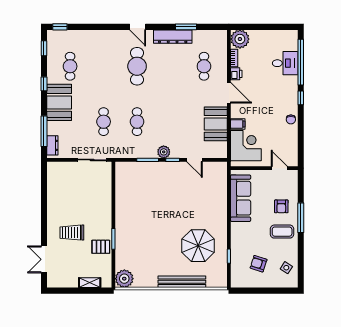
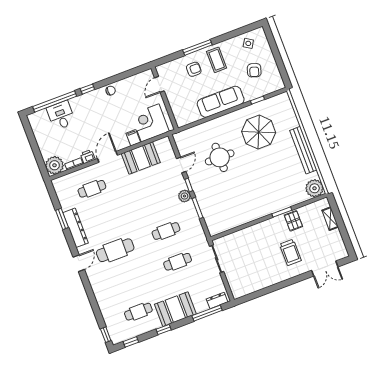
sofa: (241, 198) -> (221, 102), moved
round table: (188, 199) -> (220, 157), added
bench: (182, 282) -> (303, 150), moved

